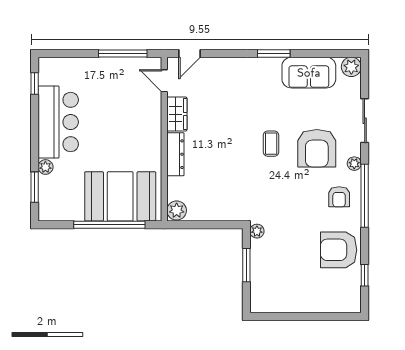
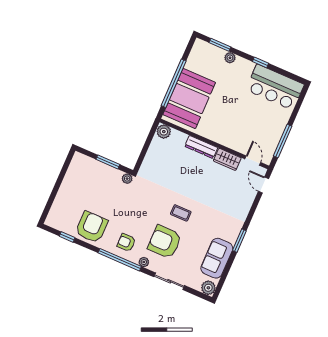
door: (164, 81) -> (253, 161), hinge flipped
window: (35, 84) -> (261, 62), moved
bar counter: (58, 122) -> (275, 87), moved

